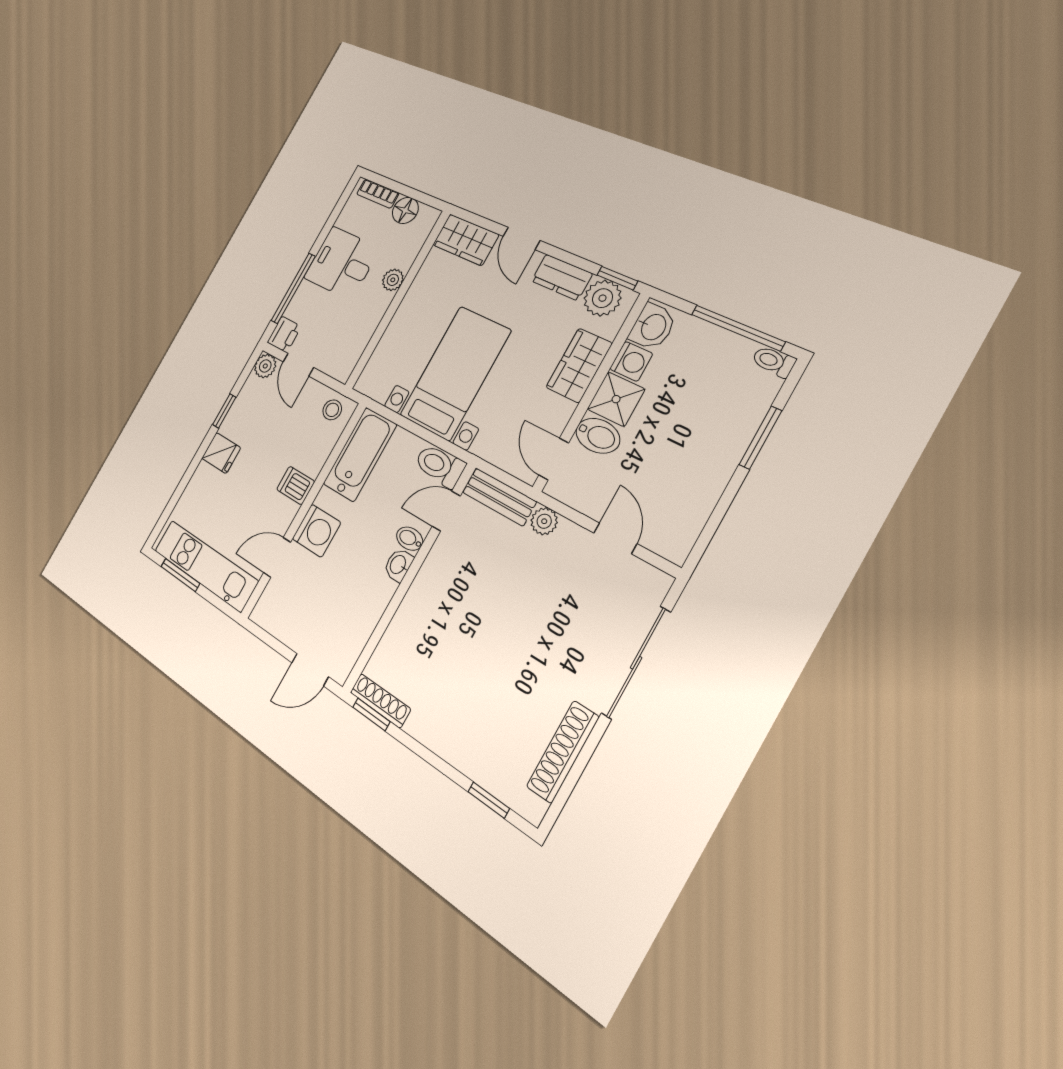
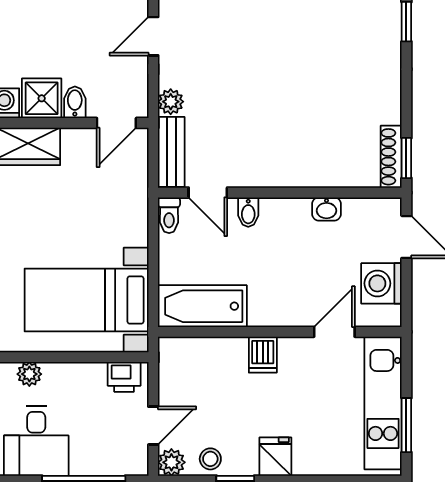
printer: (284, 334) -> (124, 377), moved, turned 180
bed with nightstands: (455, 373) -> (87, 300), moved
stool: (332, 410) -> (210, 459), moved
bidet: (598, 436) -> (75, 102), width x0.72, depth x0.74
toilet: (440, 466) -> (169, 215), width x0.73, depth x0.72
washing machine: (316, 531) -> (381, 283), moved, turned -90
door: (277, 557) -> (334, 332), swing flipped
washbasin: (398, 565) -> (326, 209), moved

